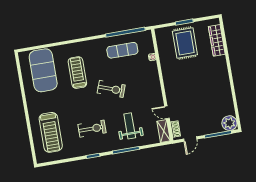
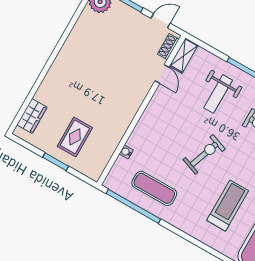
wardrobe: (217, 40) -> (32, 116), width x0.67
rug: (185, 43) -> (75, 137), width x0.73, depth x0.70
treadmill: (77, 73) -> (228, 206), turned 180
exercise bike: (111, 89) -> (204, 154), turned 90

